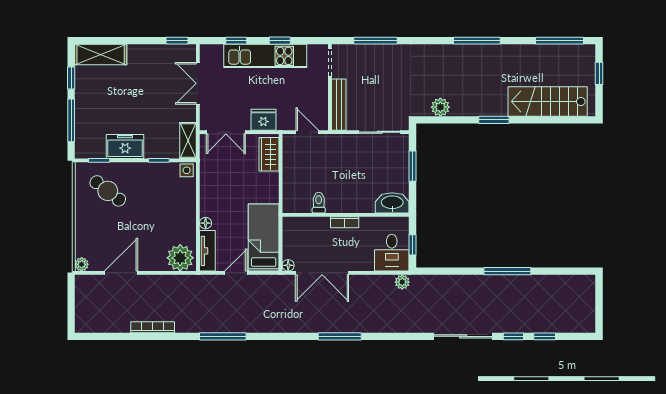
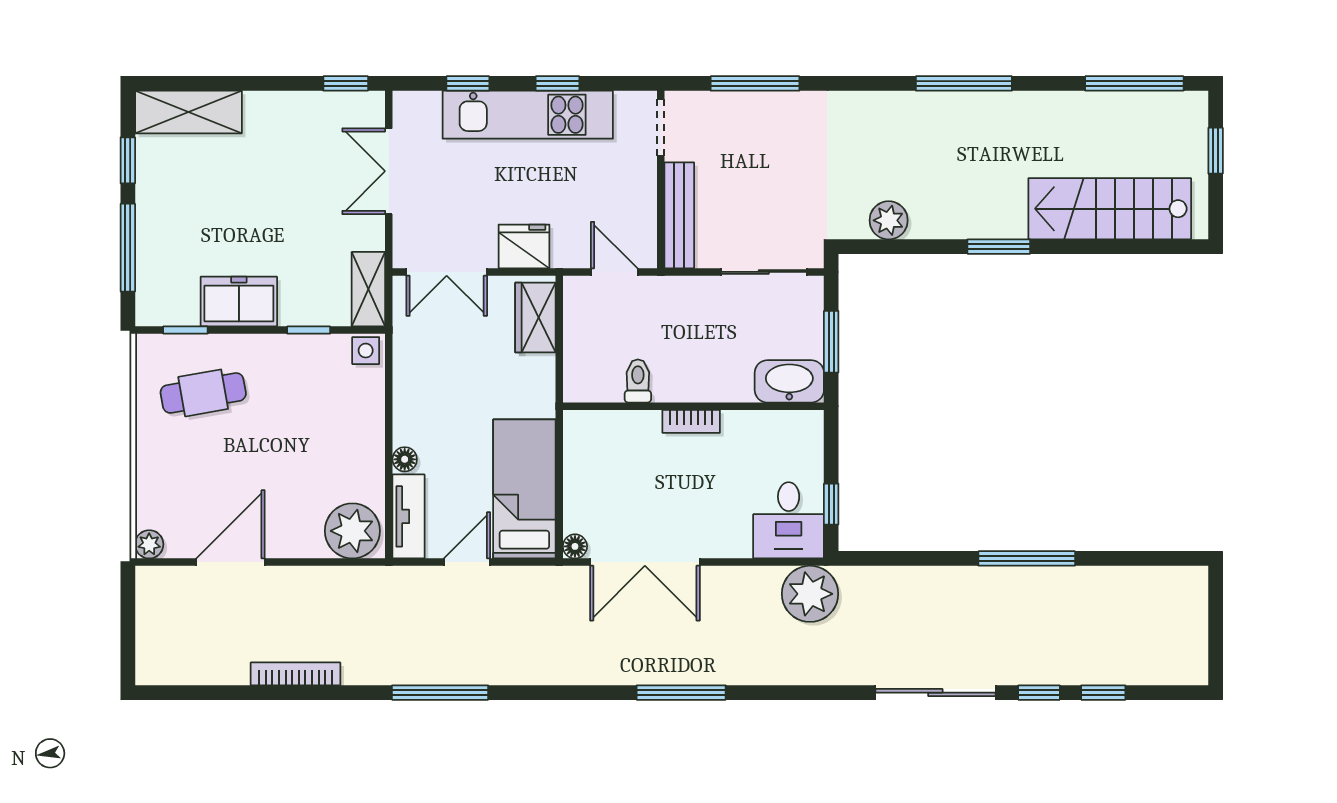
cafe table: (108, 191) -> (203, 393), turned -48
toilet: (319, 203) -> (638, 381), moved
washbasin: (392, 203) -> (789, 381), moved
wall: (346, 215) -> (693, 406), moved
bookcase: (345, 222) -> (691, 421), moved
plant: (402, 282) -> (810, 594), width x1.88, depth x1.88

